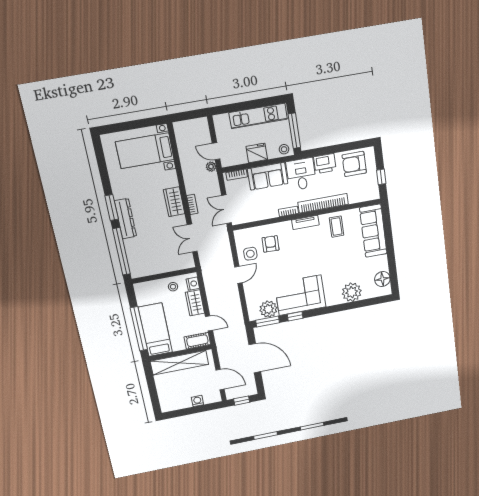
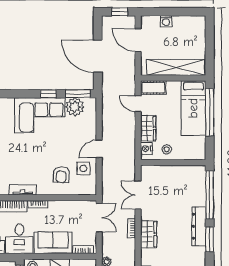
double door: (192, 238) -> (138, 195), swing flipped

